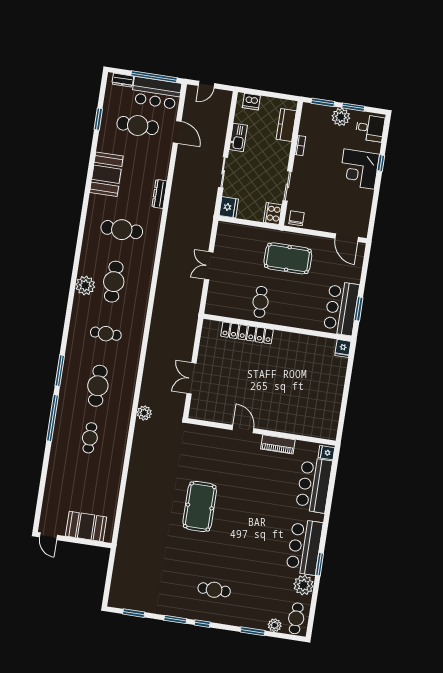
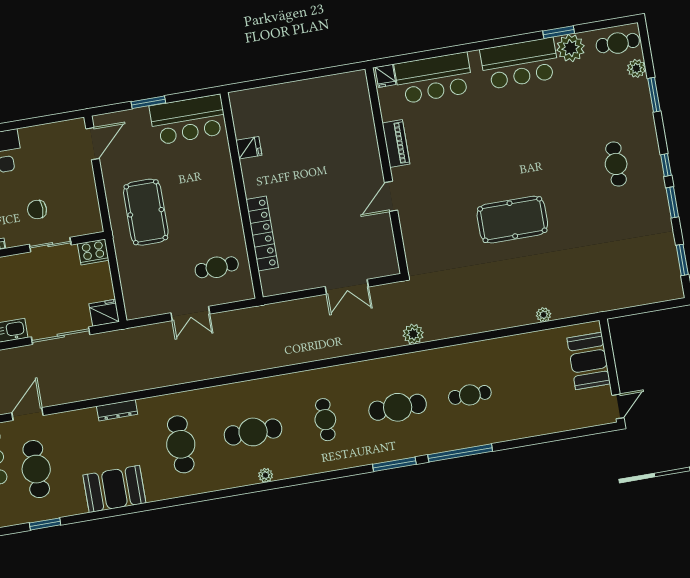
sliding door: (223, 172) -> (61, 336), width x1.37
chair: (296, 218) -> (37, 209), moved
plant: (85, 286) -> (266, 475), width x0.53, depth x0.53
cafe table: (261, 302) -> (217, 267), moved
window: (359, 309) -> (148, 102), moved
fridge: (343, 348) -> (249, 148), moved
plant: (128, 506) -> (544, 315), added
window: (320, 564) -> (559, 32), moved

